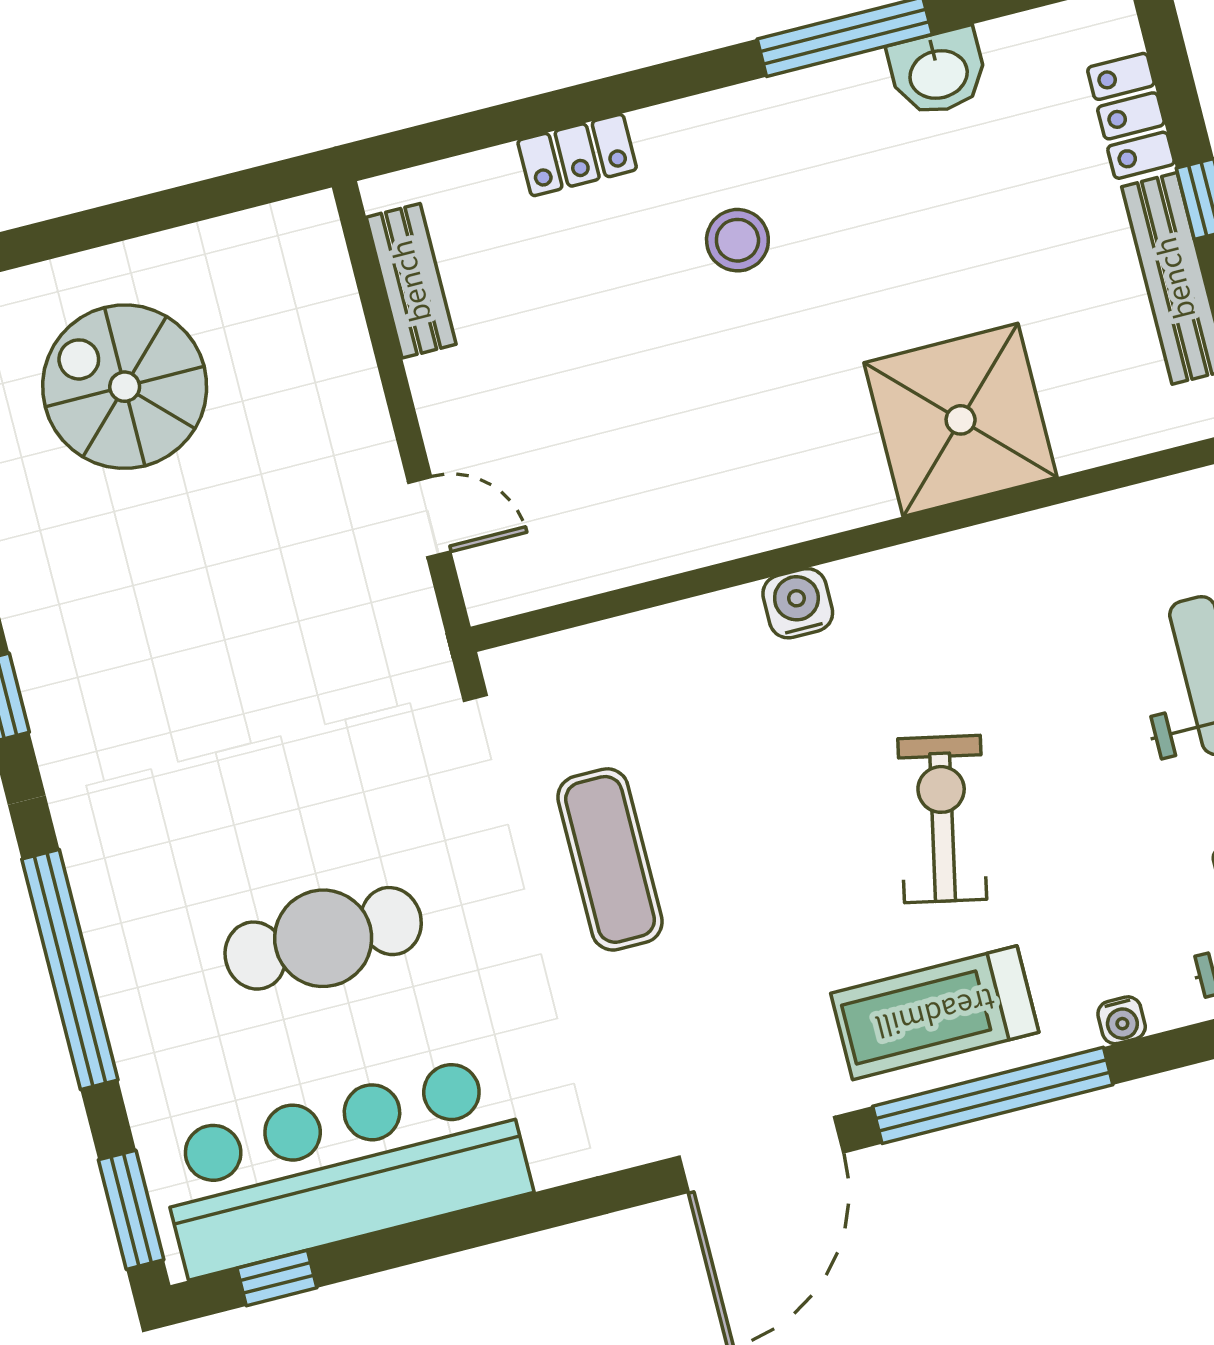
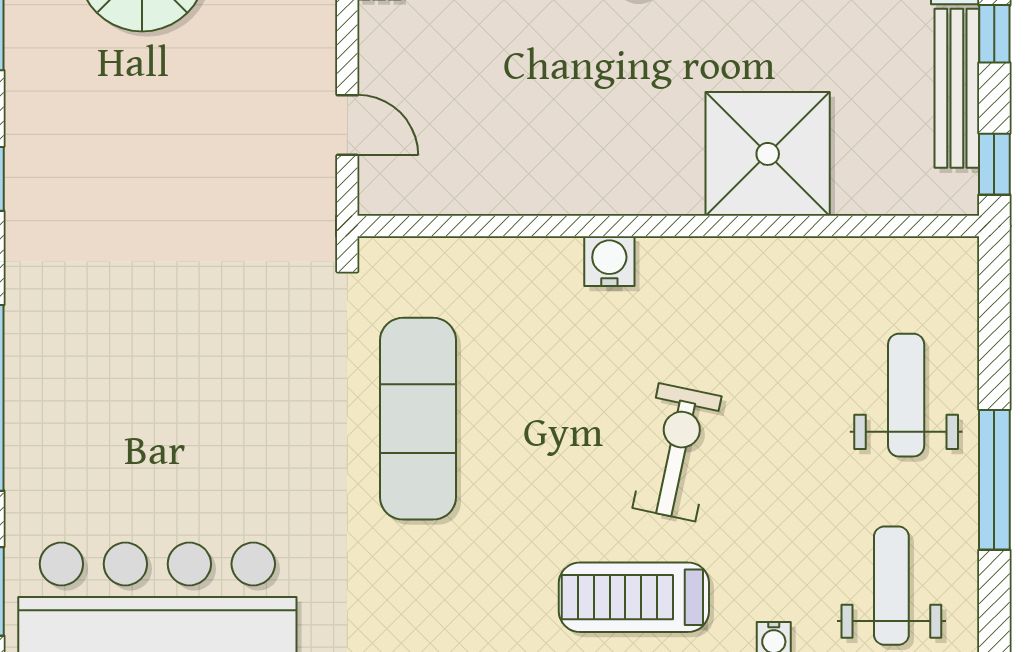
exercise mat: (610, 859) -> (418, 419), width x1.36, depth x1.45
cafe table: (323, 938) -> (186, 423), removed

